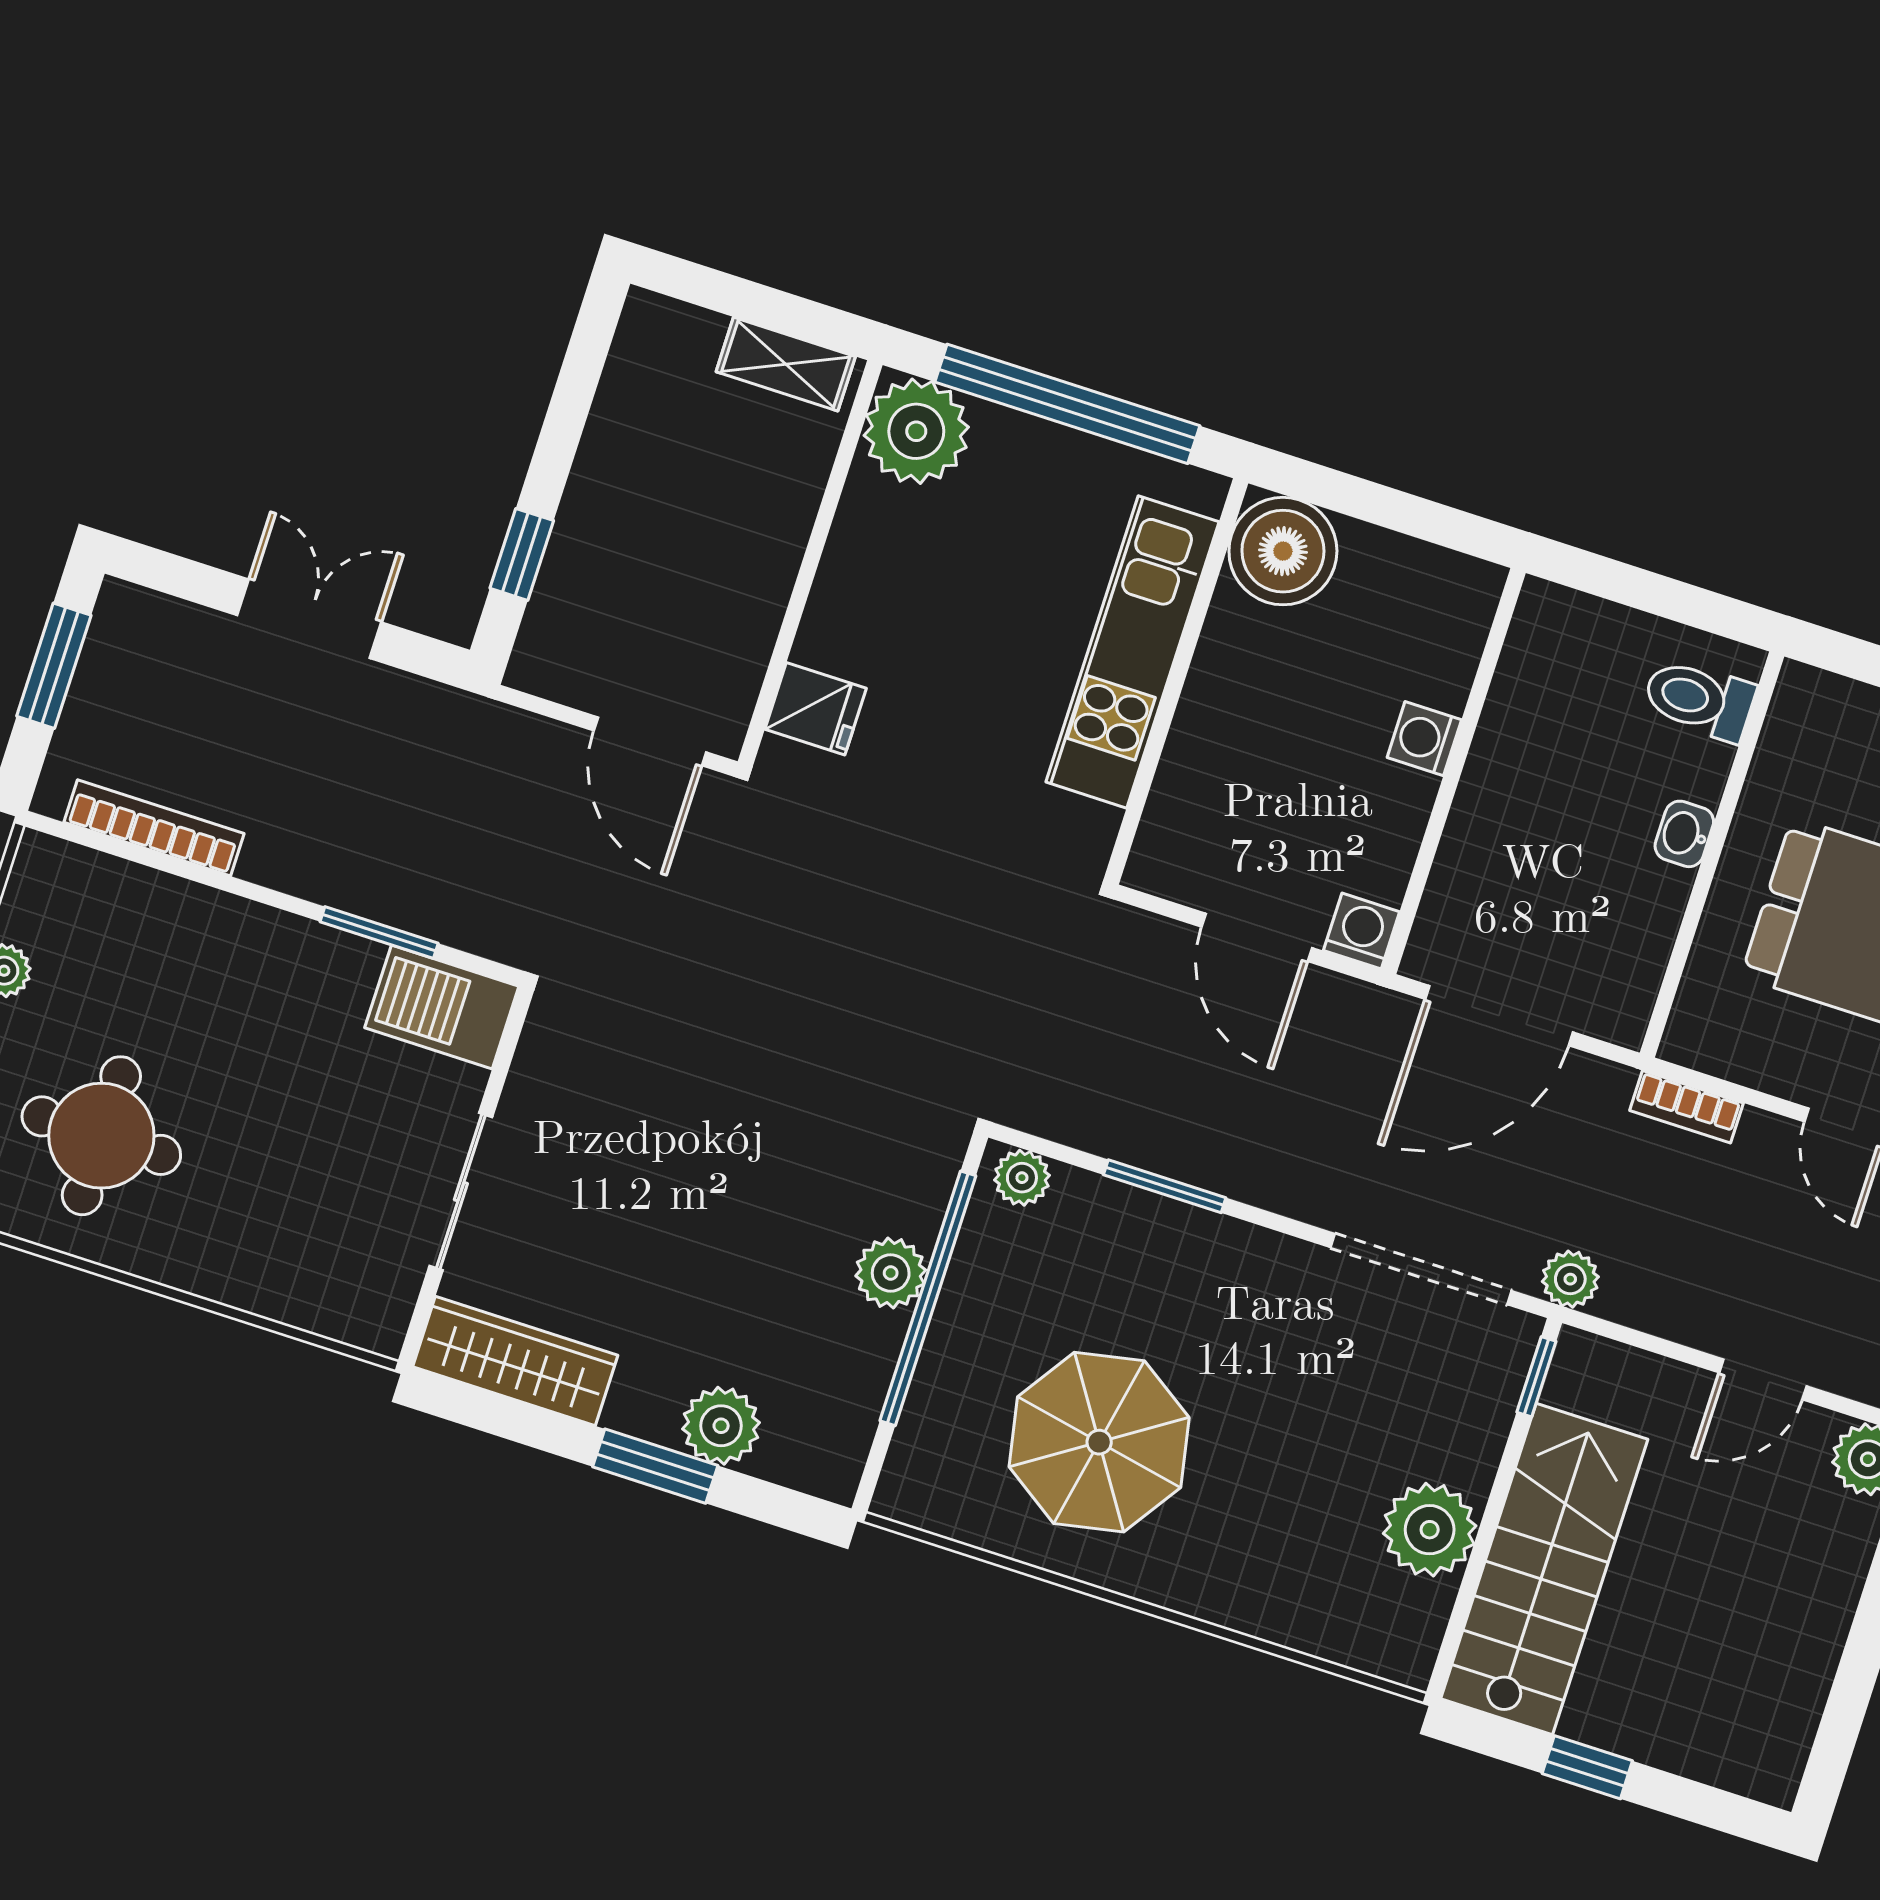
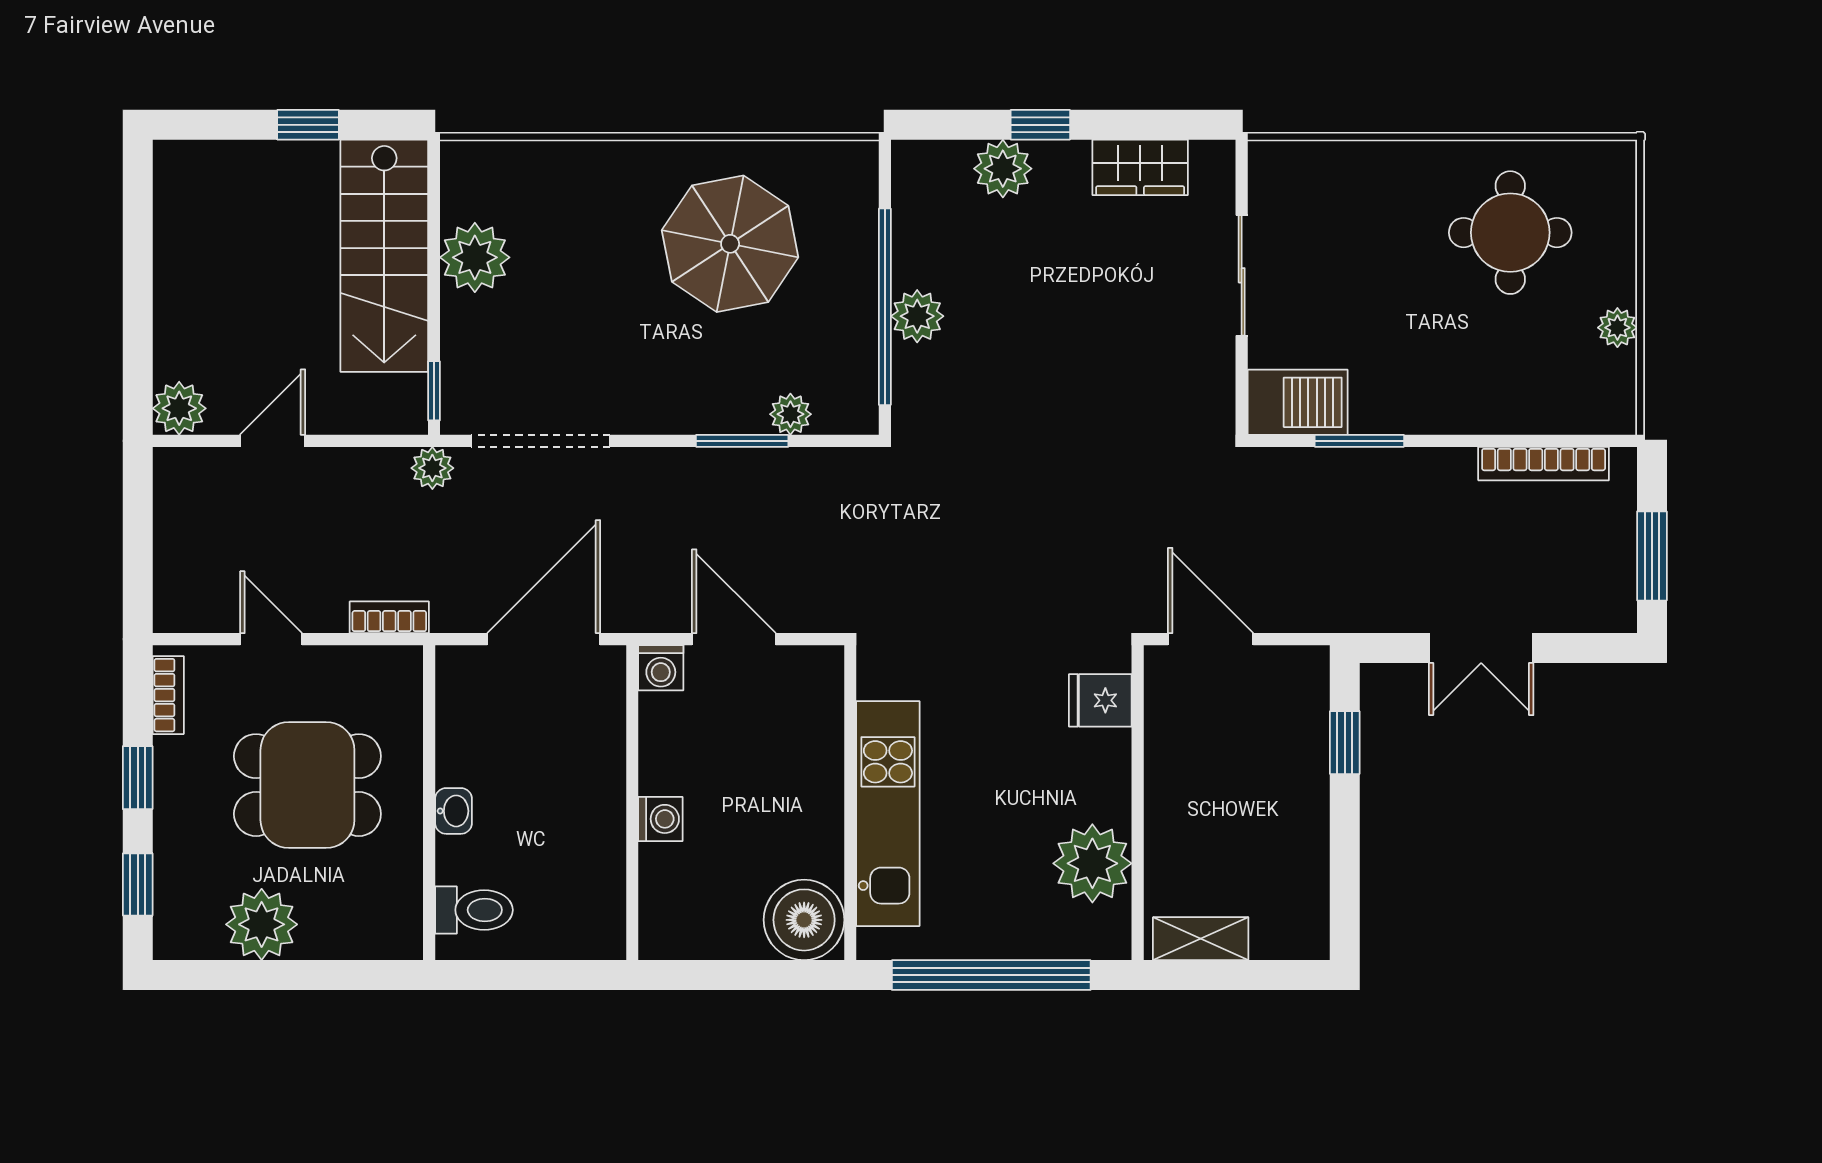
plant: (916, 431) -> (1092, 863), moved
plant: (1022, 1178) -> (790, 414), moved
wardrobe: (515, 1361) -> (1140, 167), width x0.67
window: (655, 1466) -> (1040, 125), width x0.67

